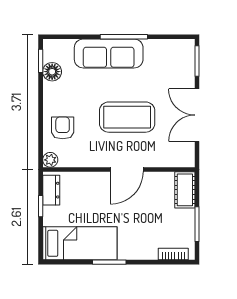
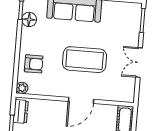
double door: (197, 115) -> (139, 63), width x0.73
armchair: (63, 128) -> (34, 64), turned 90

